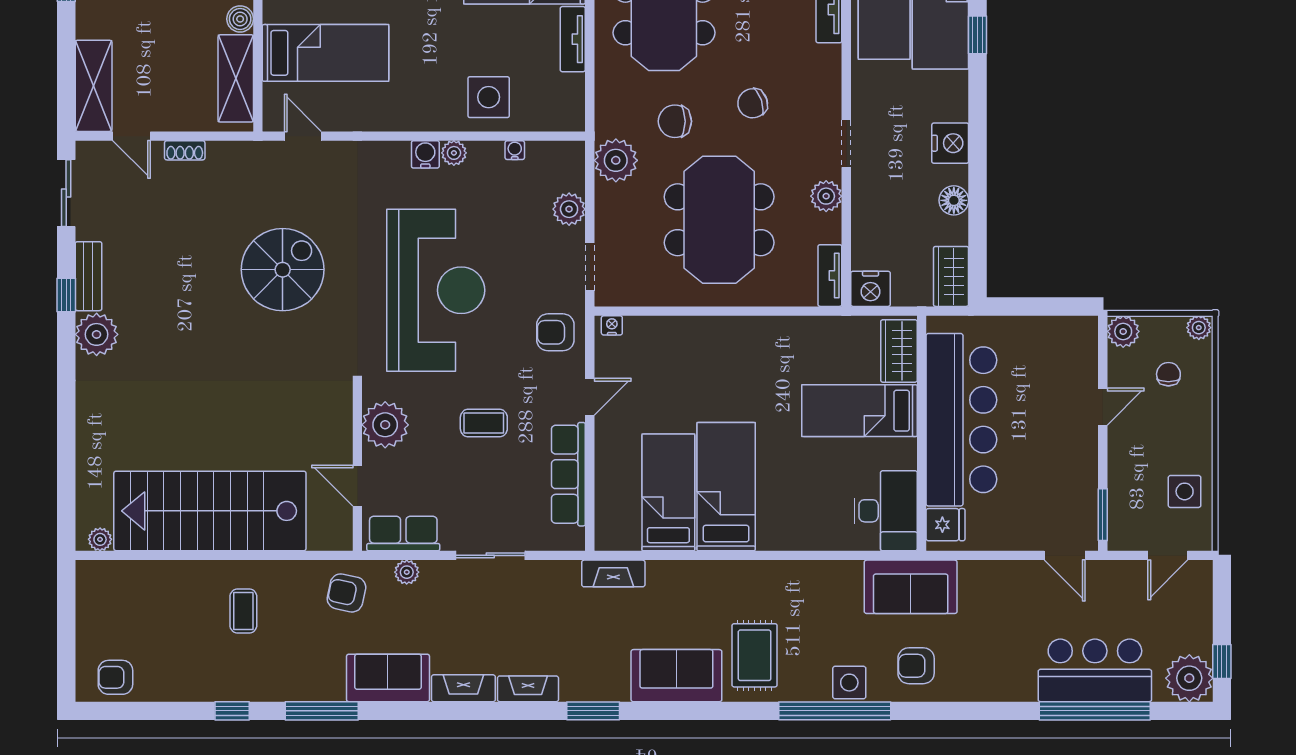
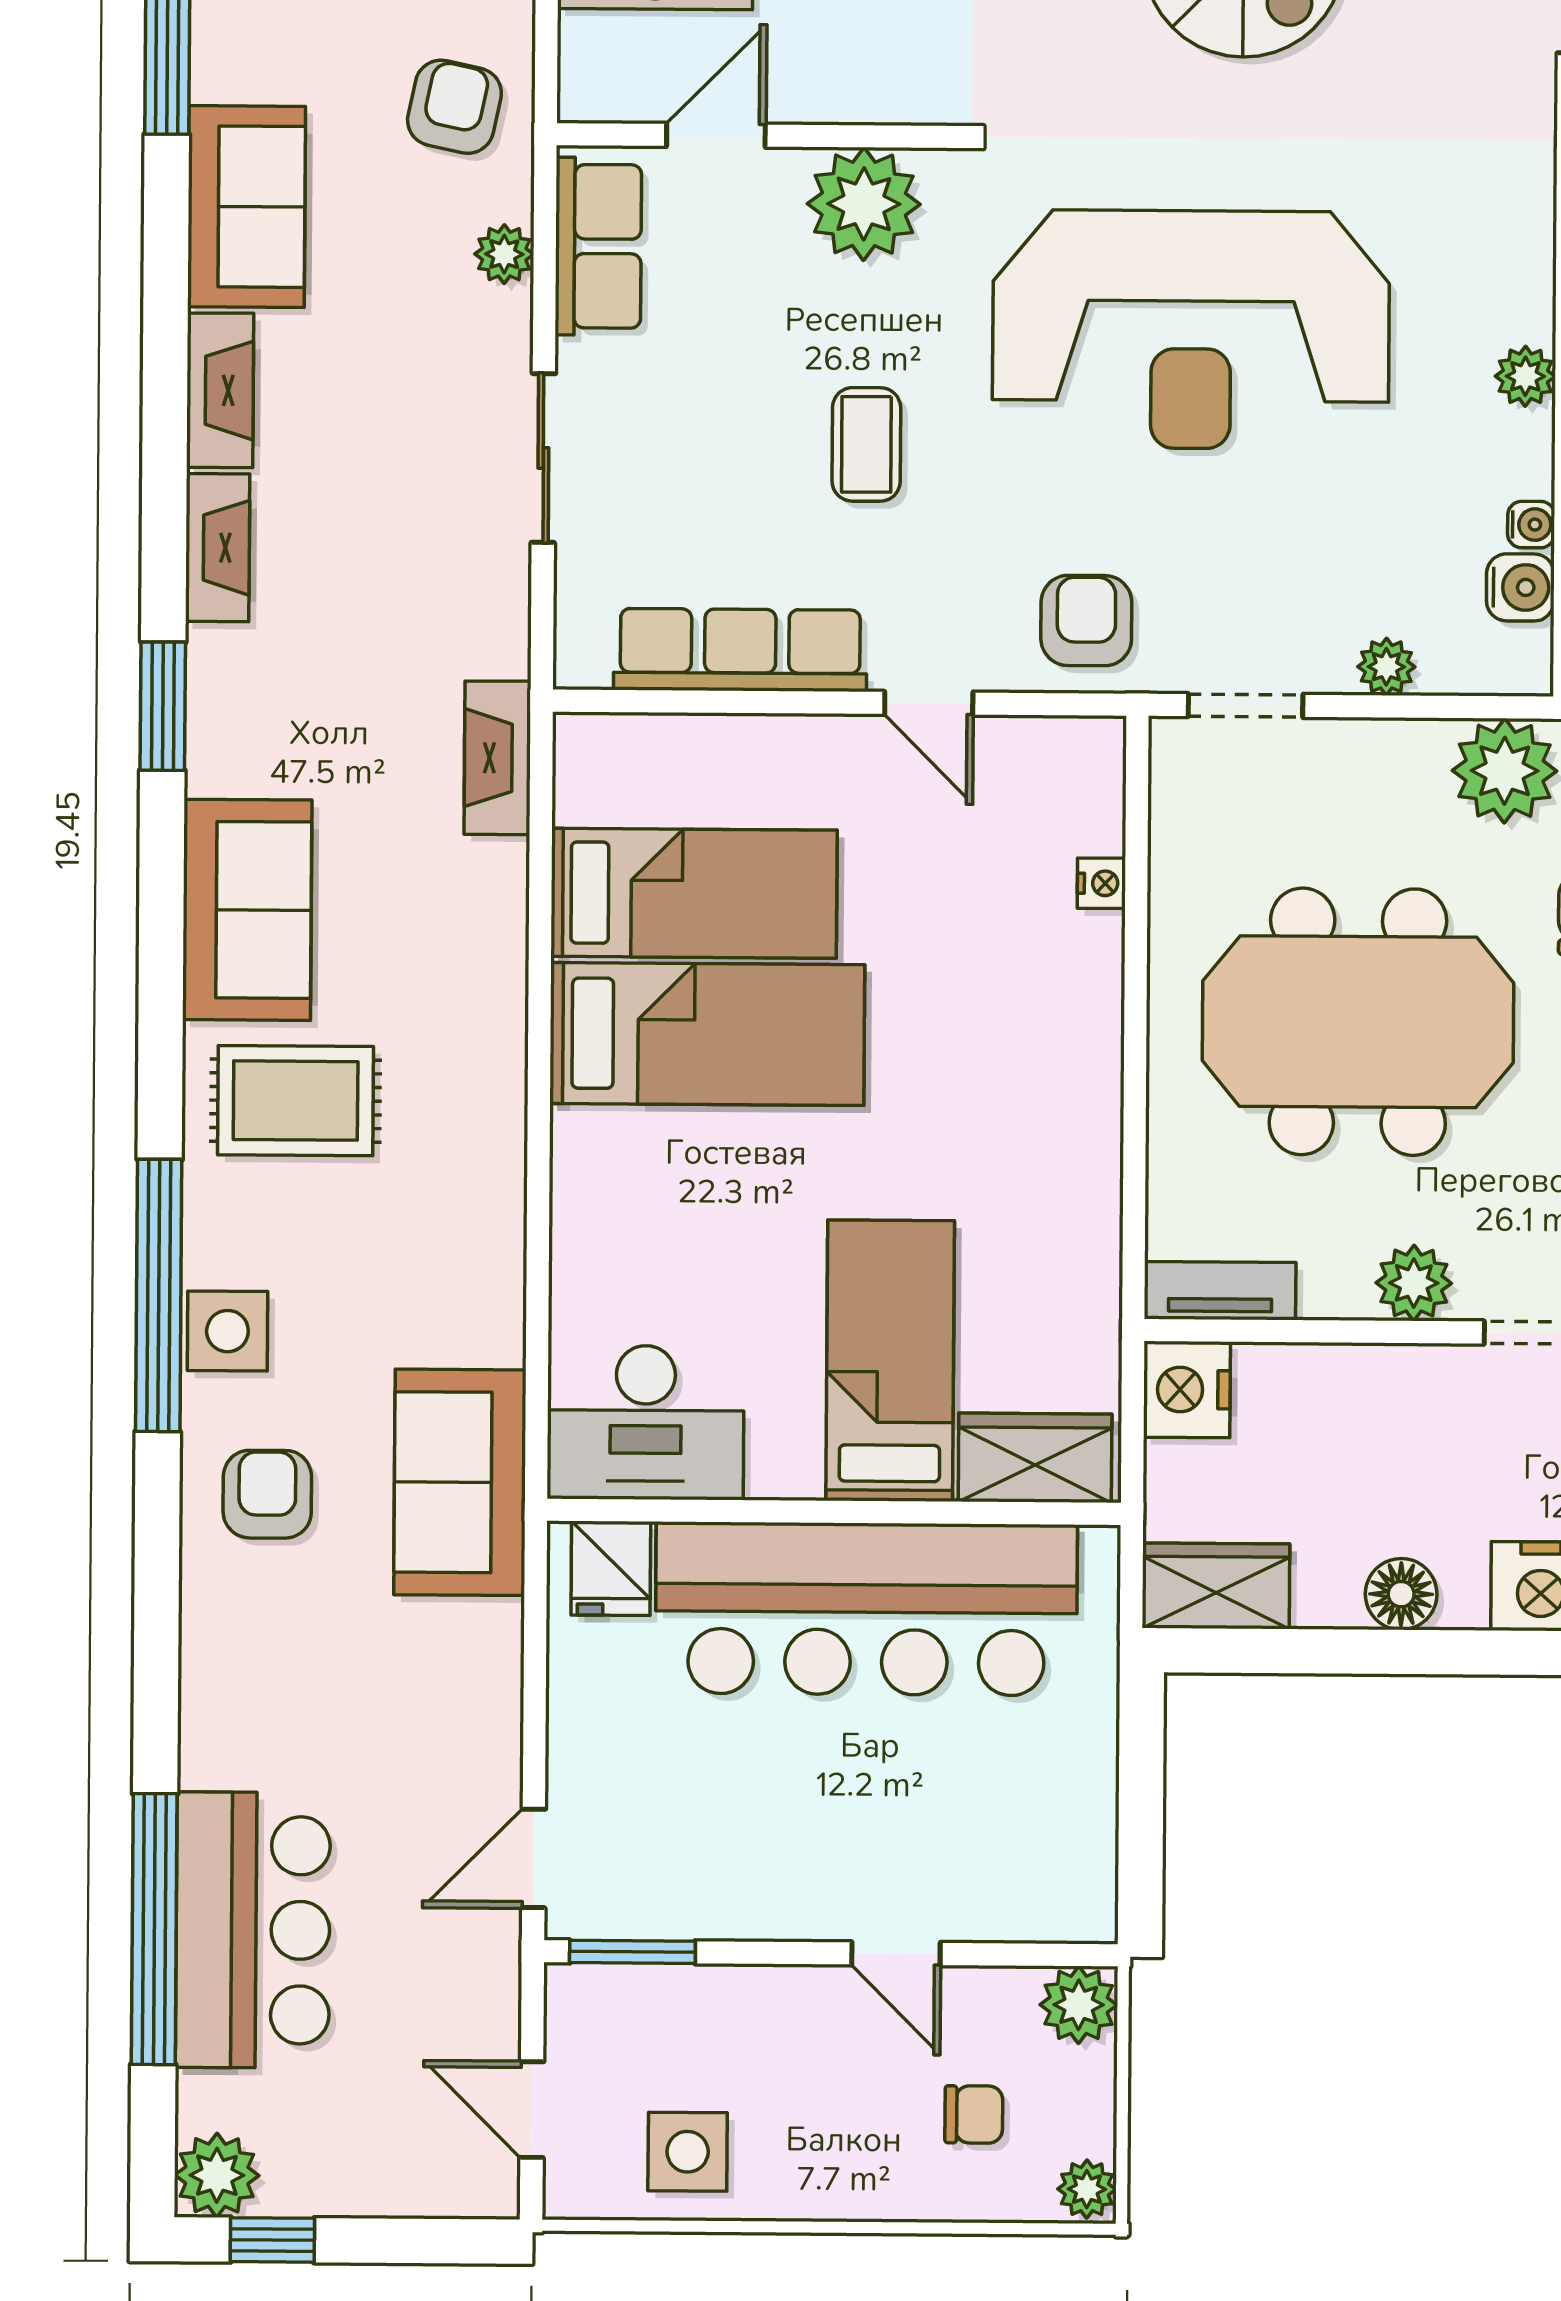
water cooler: (425, 154) -> (1520, 587), moved
plant: (569, 209) -> (1386, 667), width x0.73, depth x0.73
nightstand: (612, 325) -> (1101, 883), moved
plant: (1189, 678) -> (217, 2175), width x0.73, depth x0.73

